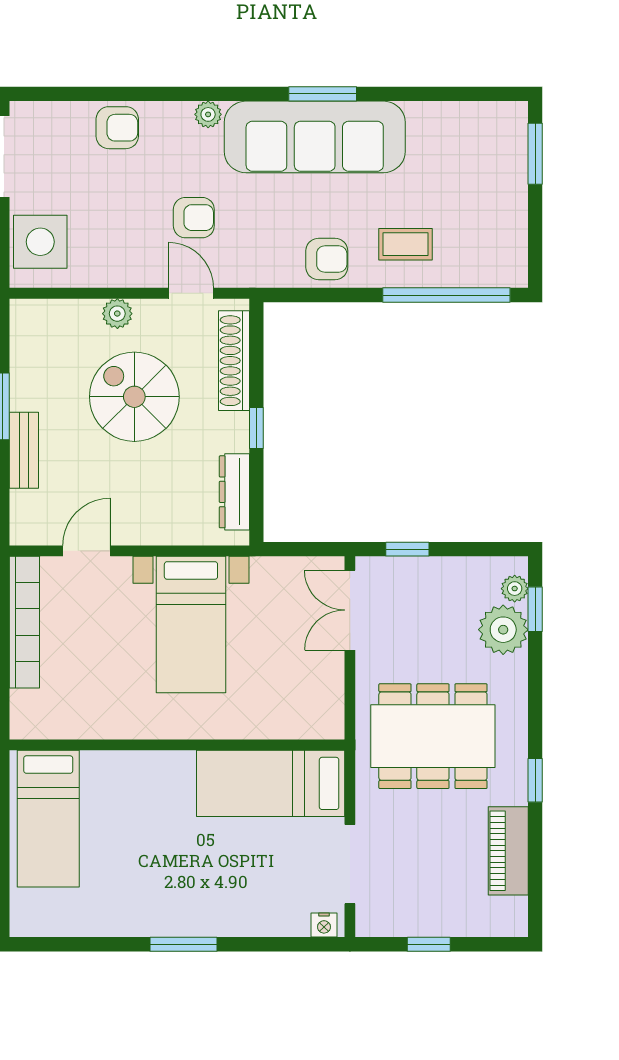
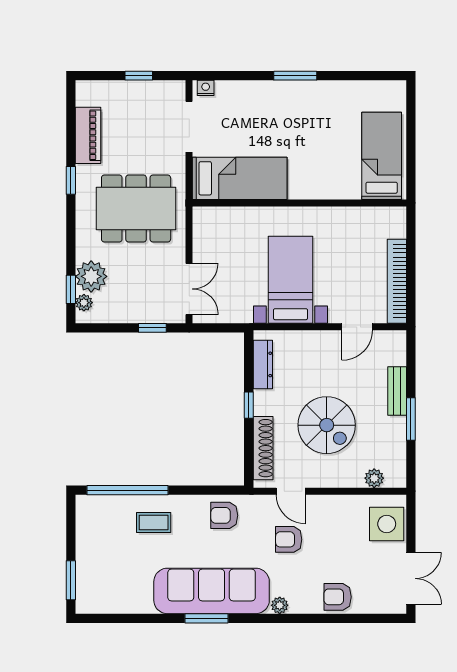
armchair: (327, 259) -> (224, 515), moved
plant: (117, 314) -> (374, 478), moved

